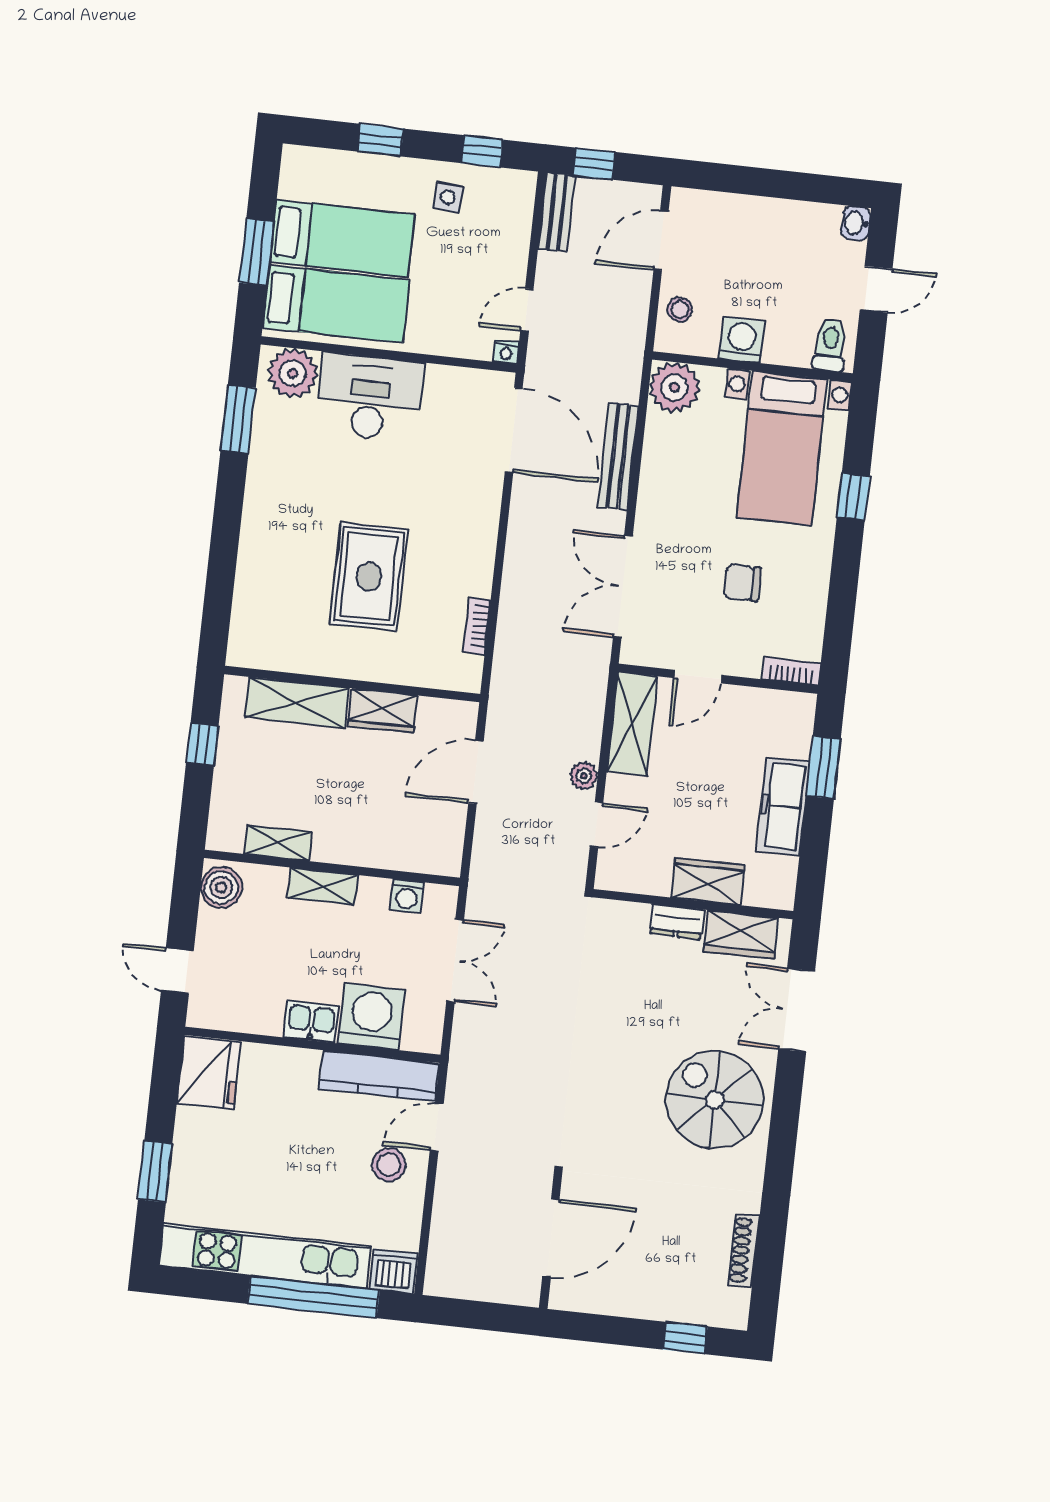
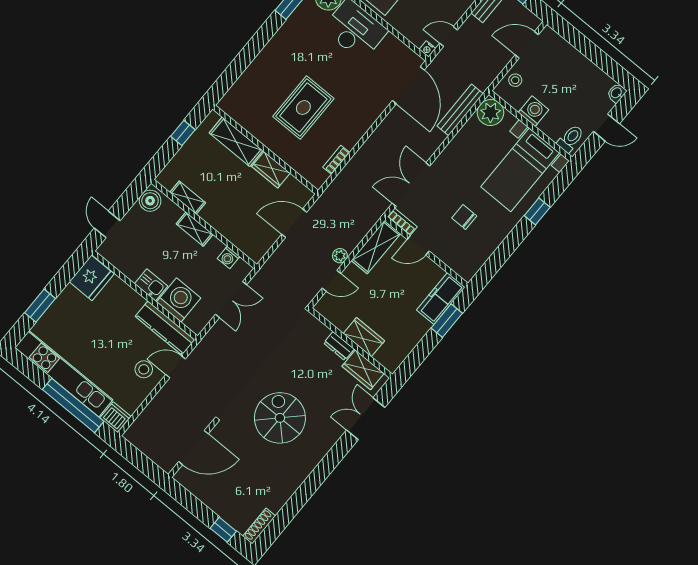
bench: (618, 457) -> (460, 110), moved
bookcase: (791, 671) -> (402, 222), moved
freezer: (783, 806) -> (441, 299), moved
spiral stairs: (715, 1100) -> (280, 418), moved
shoe rack: (744, 1250) -> (259, 526), moved

